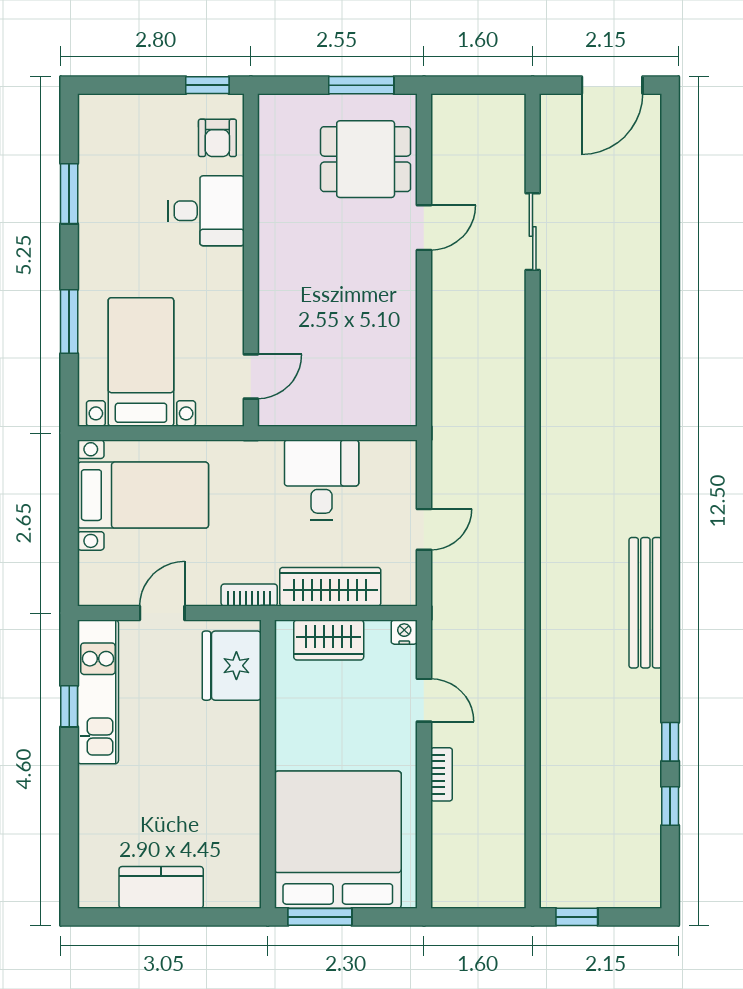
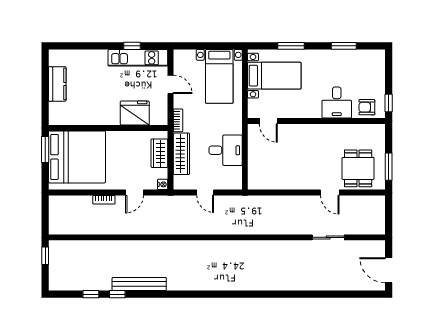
bench: (645, 603) -> (139, 284), moved
fridge: (232, 666) -> (135, 113), moved

